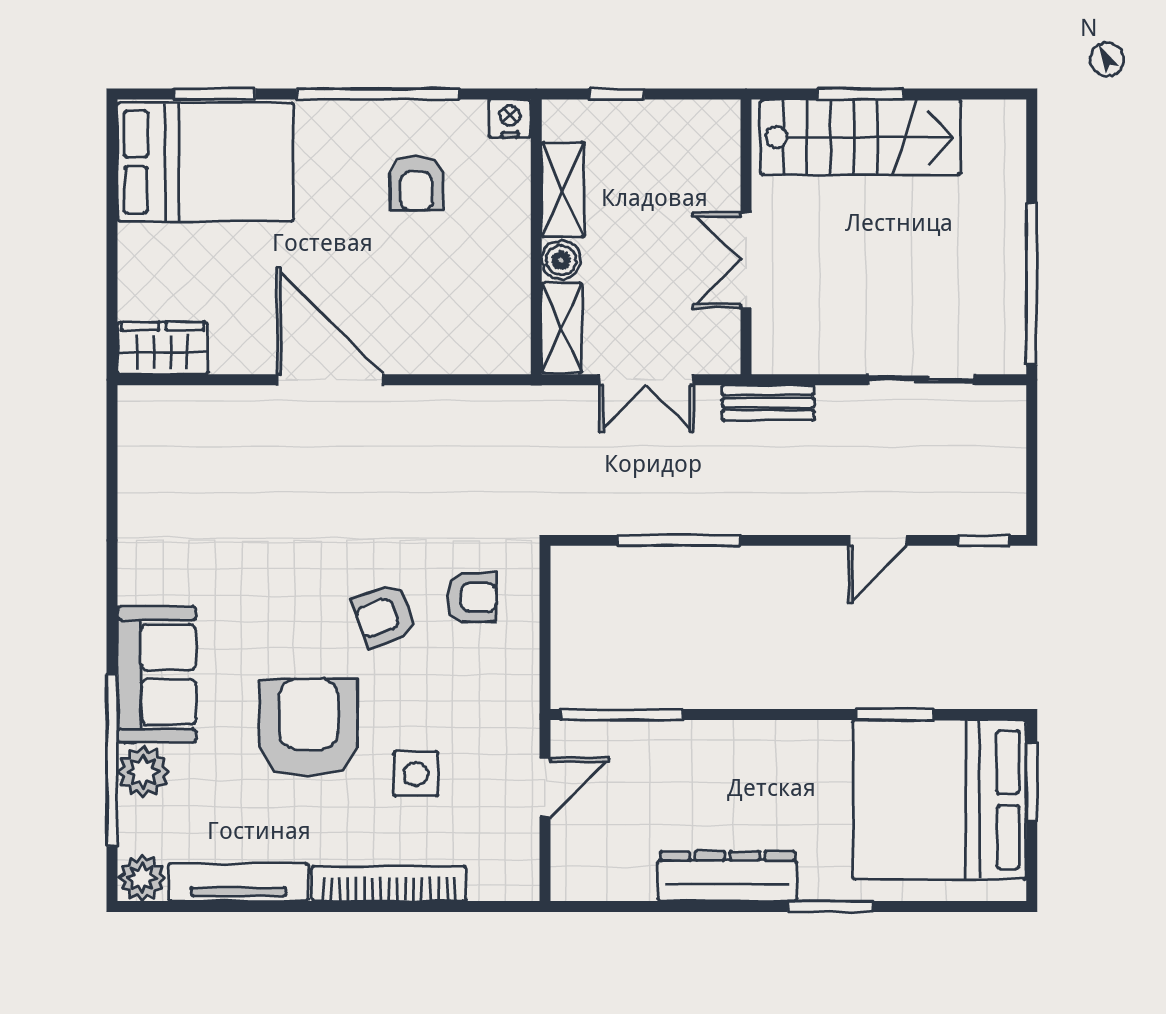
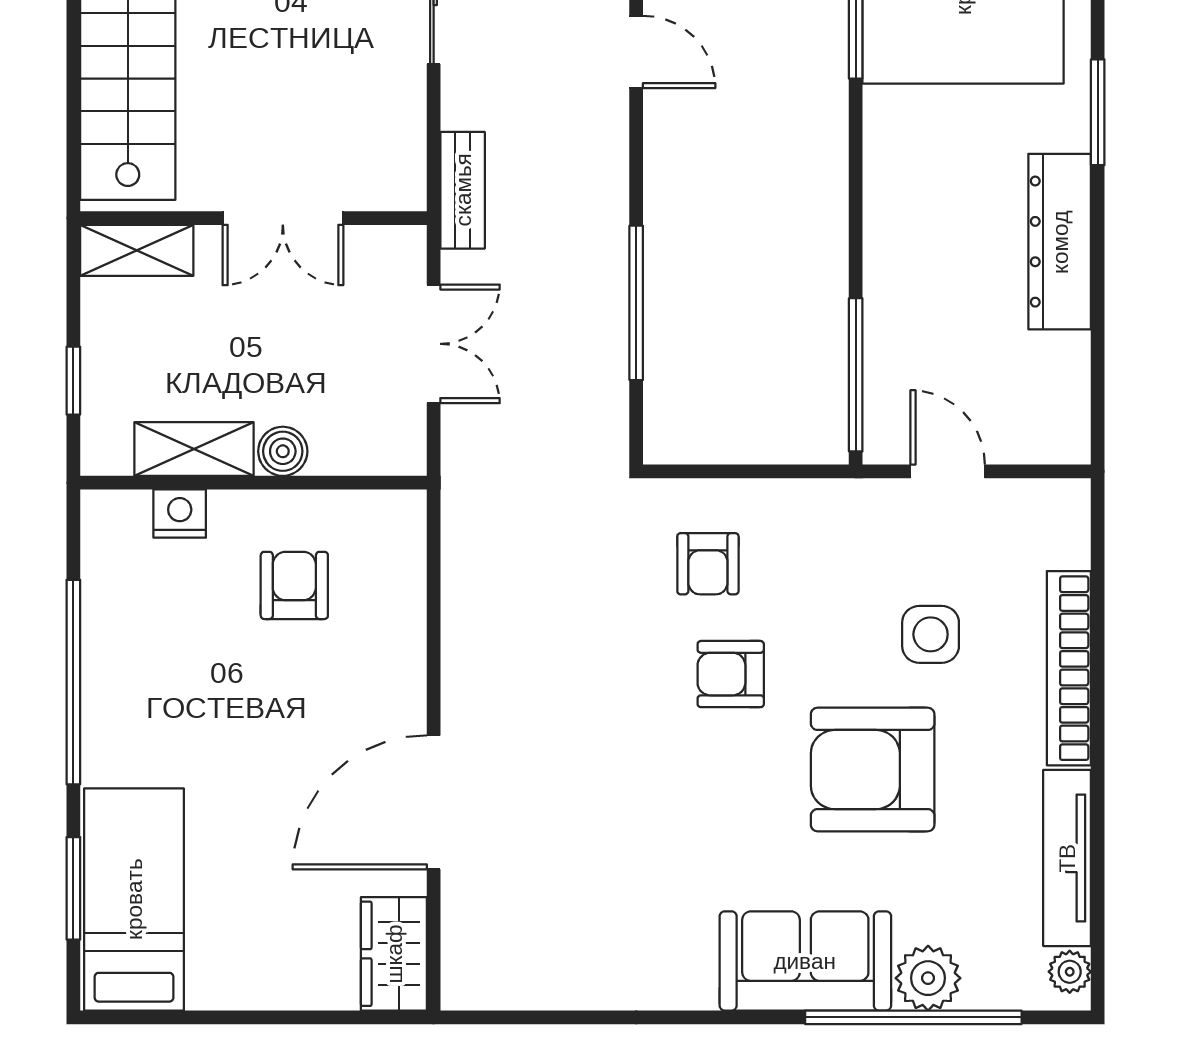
window: (861, 94) -> (73, 73), removed
nightstand: (510, 118) -> (180, 514), moved, turned 90
bed: (206, 162) -> (134, 899), width x0.67
armchair: (416, 183) -> (294, 585), moved, turned -90
shelving: (562, 328) -> (137, 250), moved
door: (330, 380) -> (434, 802), moved
armchair: (472, 597) -> (708, 564), turned 180
armchair: (384, 615) -> (731, 674), turned 110
plant: (142, 878) -> (1070, 972), width x0.73, depth x0.73

